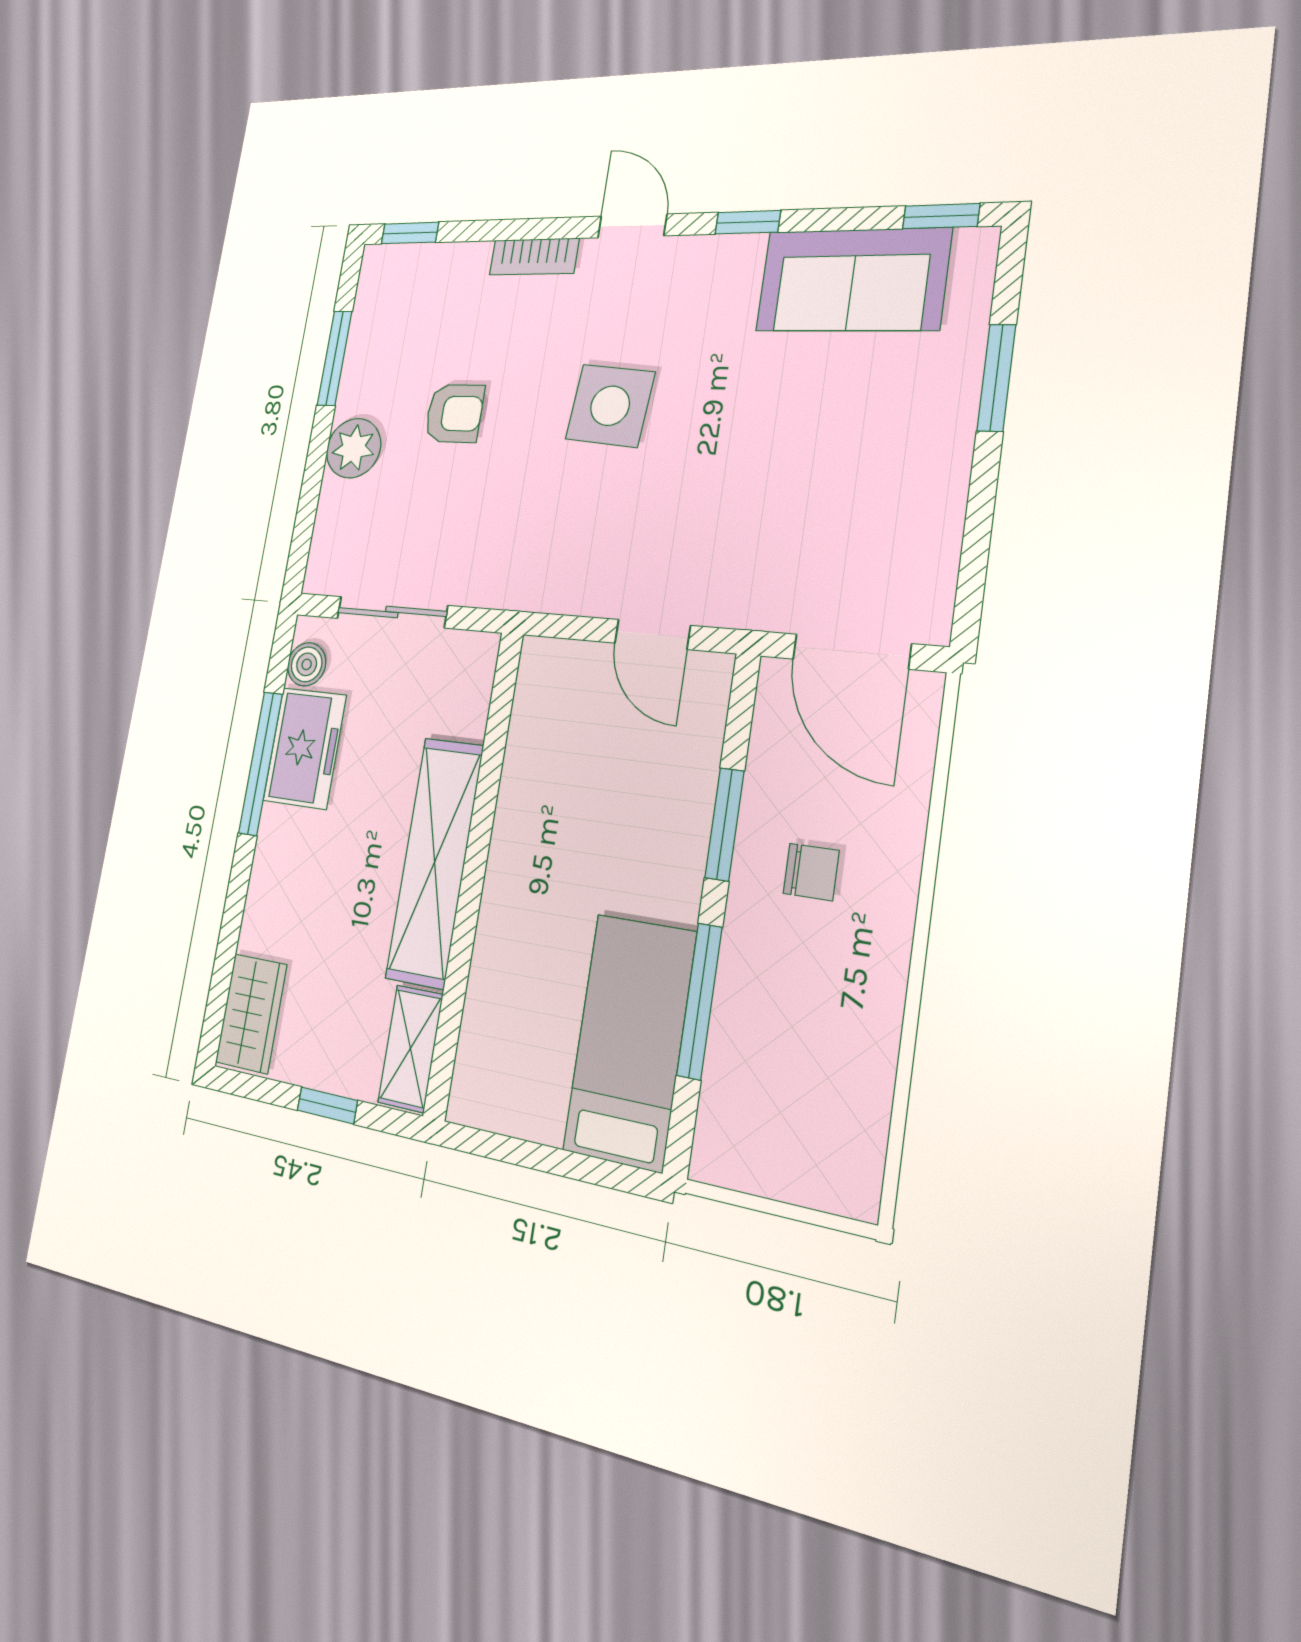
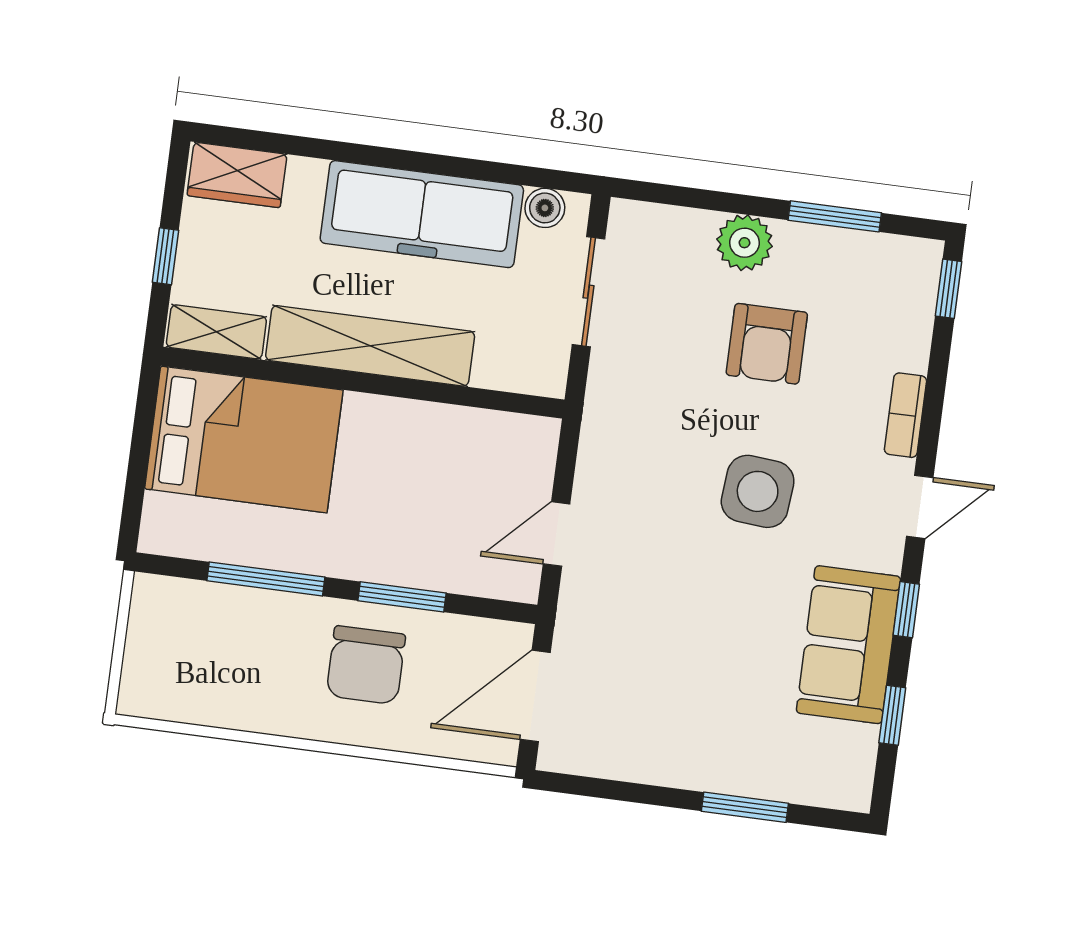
window: (941, 216) -> (892, 715), moved
sofa: (852, 280) -> (848, 645), moved
armchair: (454, 413) -> (767, 344), width x1.38, depth x1.38
freezer: (305, 748) -> (422, 214), width x1.91, depth x1.26
window: (261, 763) -> (456, 167), removed
chair: (811, 872) -> (366, 665), width x1.87, depth x1.87
bed: (630, 1041) -> (244, 439), moved, width x1.50

